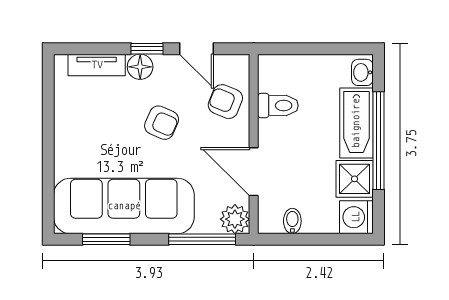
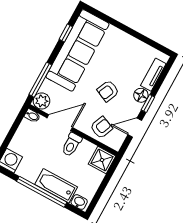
toilet: (278, 106) -> (72, 145), moved
shower: (355, 179) -> (102, 160), moved
bidet: (292, 221) -> (32, 116), moved
window: (106, 239) -> (66, 33), width x0.67

